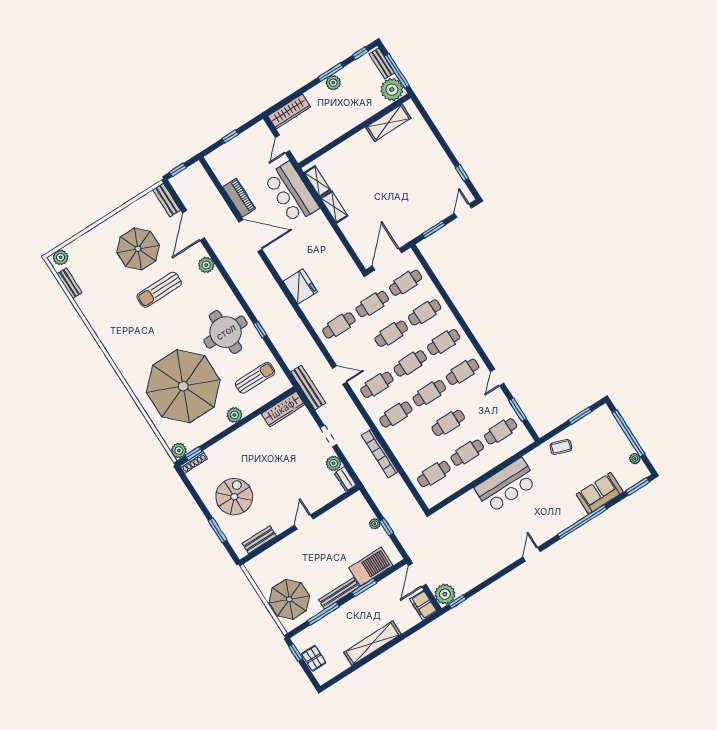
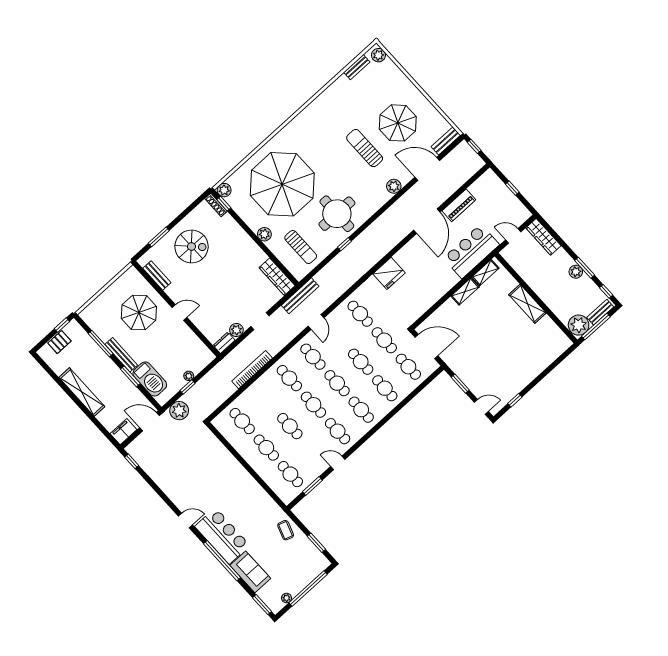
shelving: (388, 123) -> (527, 304), moved
bar counter: (506, 485) -> (222, 536), moved, turned 180
plant: (445, 594) -> (179, 411), moved
parasol: (289, 599) -> (139, 312), moved

